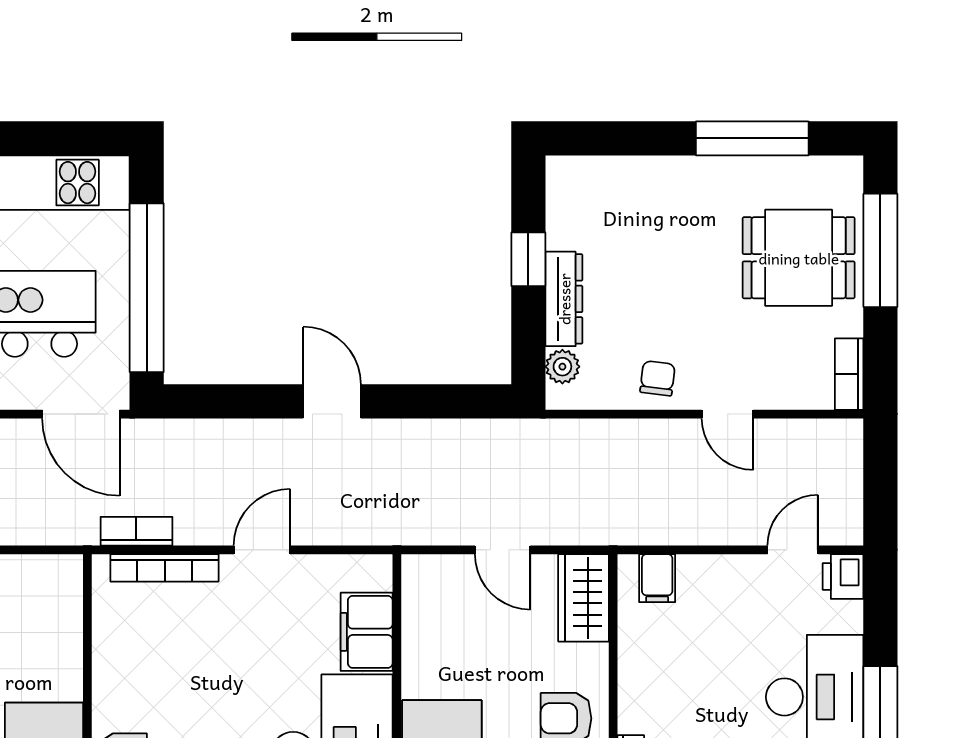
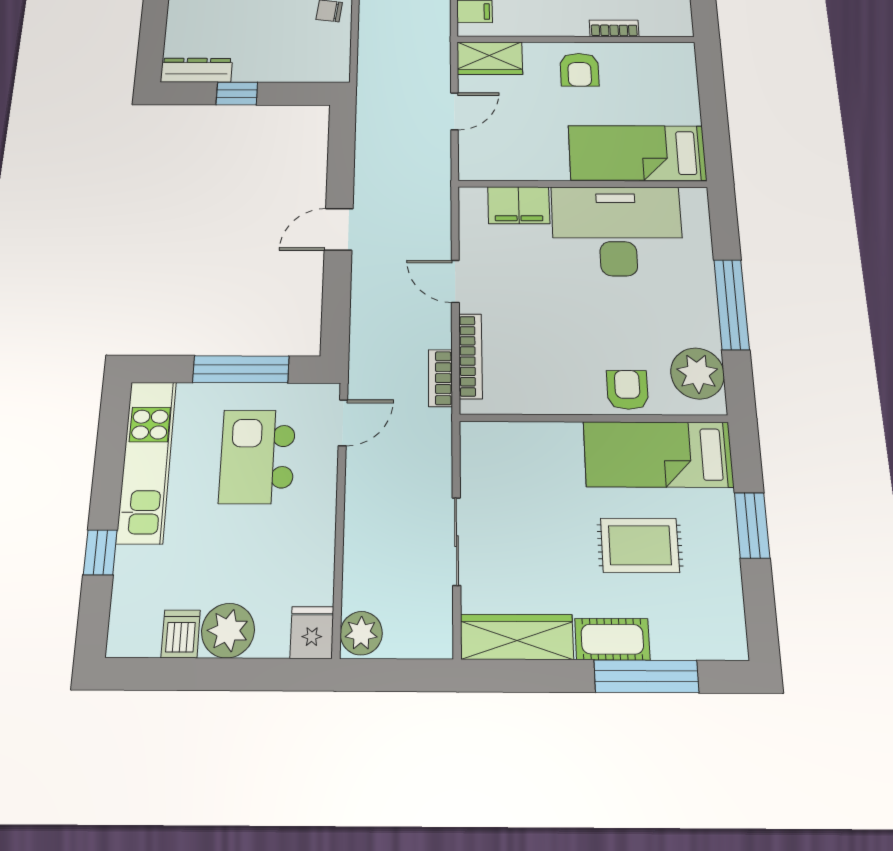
window: (147, 288) -> (241, 369), width x0.68
dresser: (564, 299) -> (196, 70), moved
plant: (562, 367) -> (318, 71), removed
door: (81, 414) -> (343, 423), width x0.73

